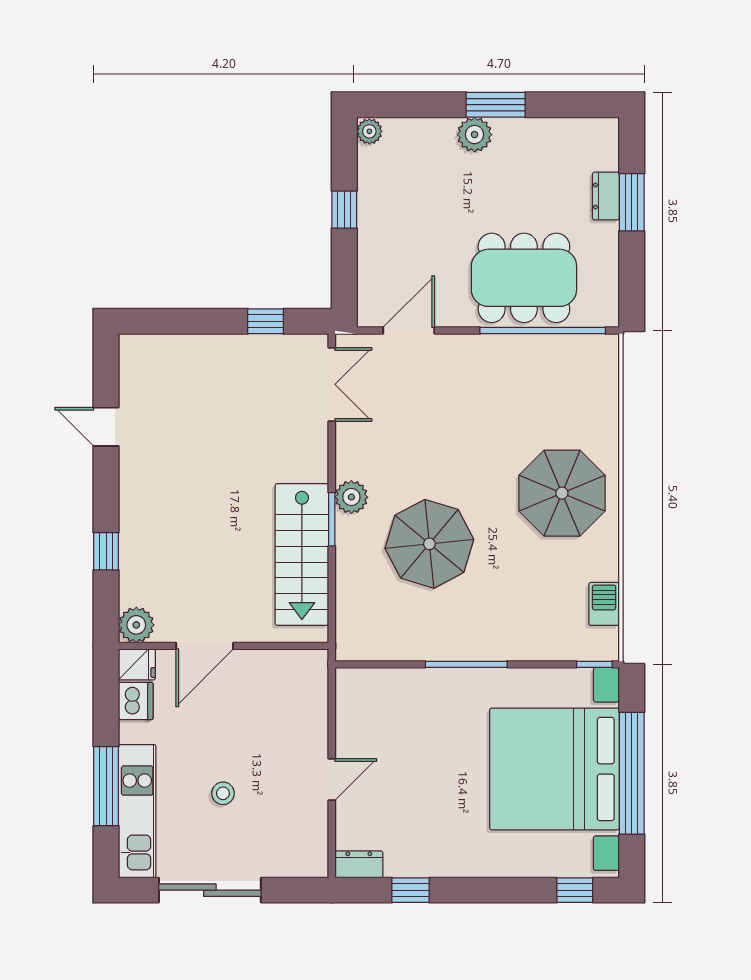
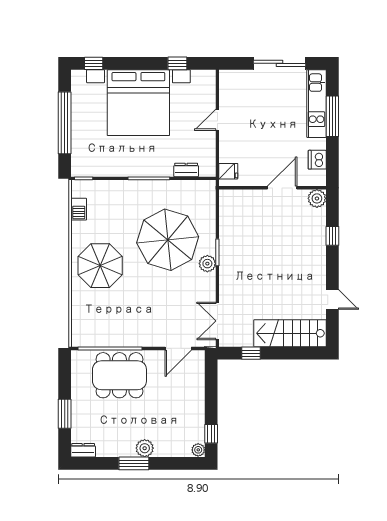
dresser: (606, 196) -> (83, 450), moved, turned -90
window: (344, 210) -> (211, 434), moved
parasol: (429, 544) -> (168, 240), width x1.36, depth x1.36
stairs: (302, 554) -> (290, 333), moved, turned -90
fridge: (137, 664) -> (228, 171), moved, turned 180
bed with nightstands: (555, 769) -> (138, 103), moved, turned 90
stool: (223, 793) -> (273, 113), removed
dresser: (359, 864) -> (186, 170), moved, turned 180

